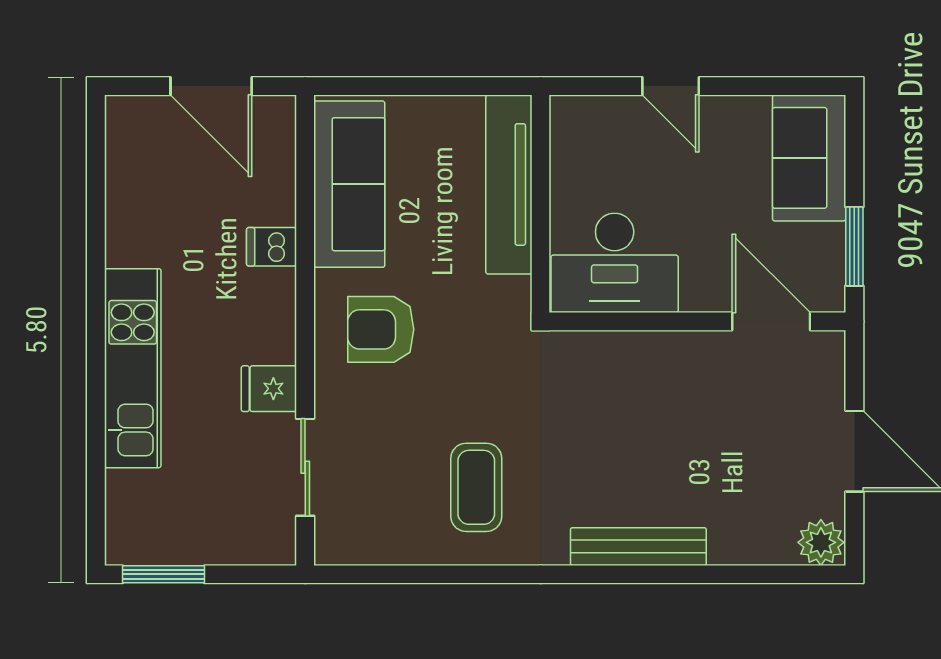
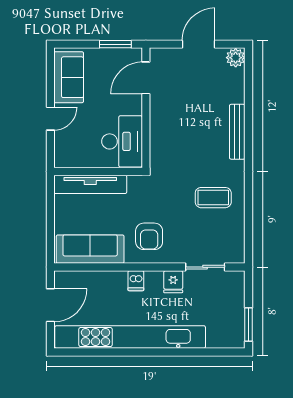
sofa: (809, 158) -> (69, 77), moved, turned -90
dishwasher: (272, 247) -> (136, 281), moved
kitchen unit: (133, 368) -> (130, 337), width x1.86

